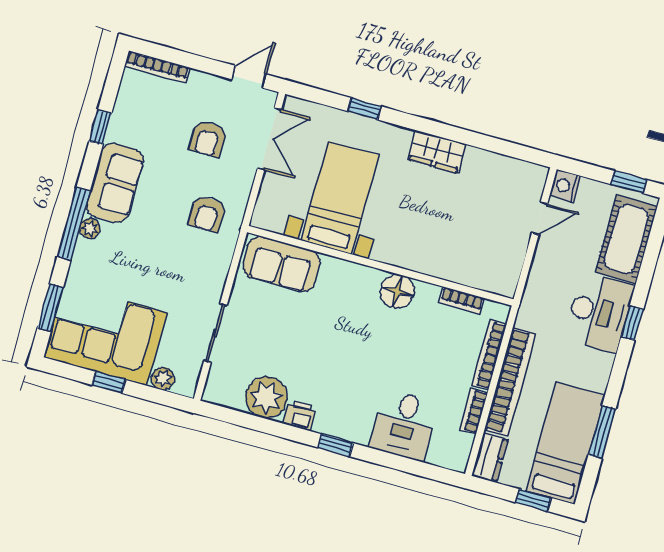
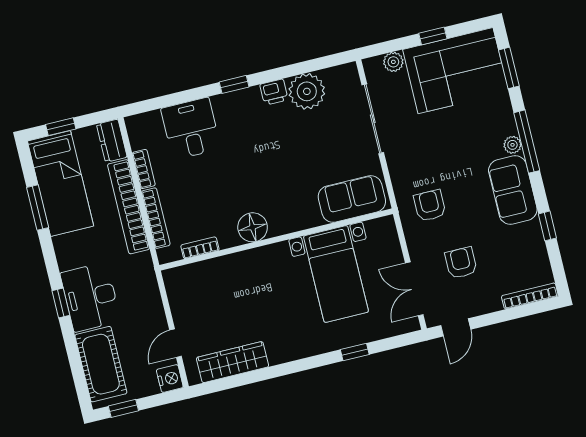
wardrobe: (437, 152) -> (233, 362), moved, width x1.50
sliding door: (216, 333) -> (373, 119), width x1.37

